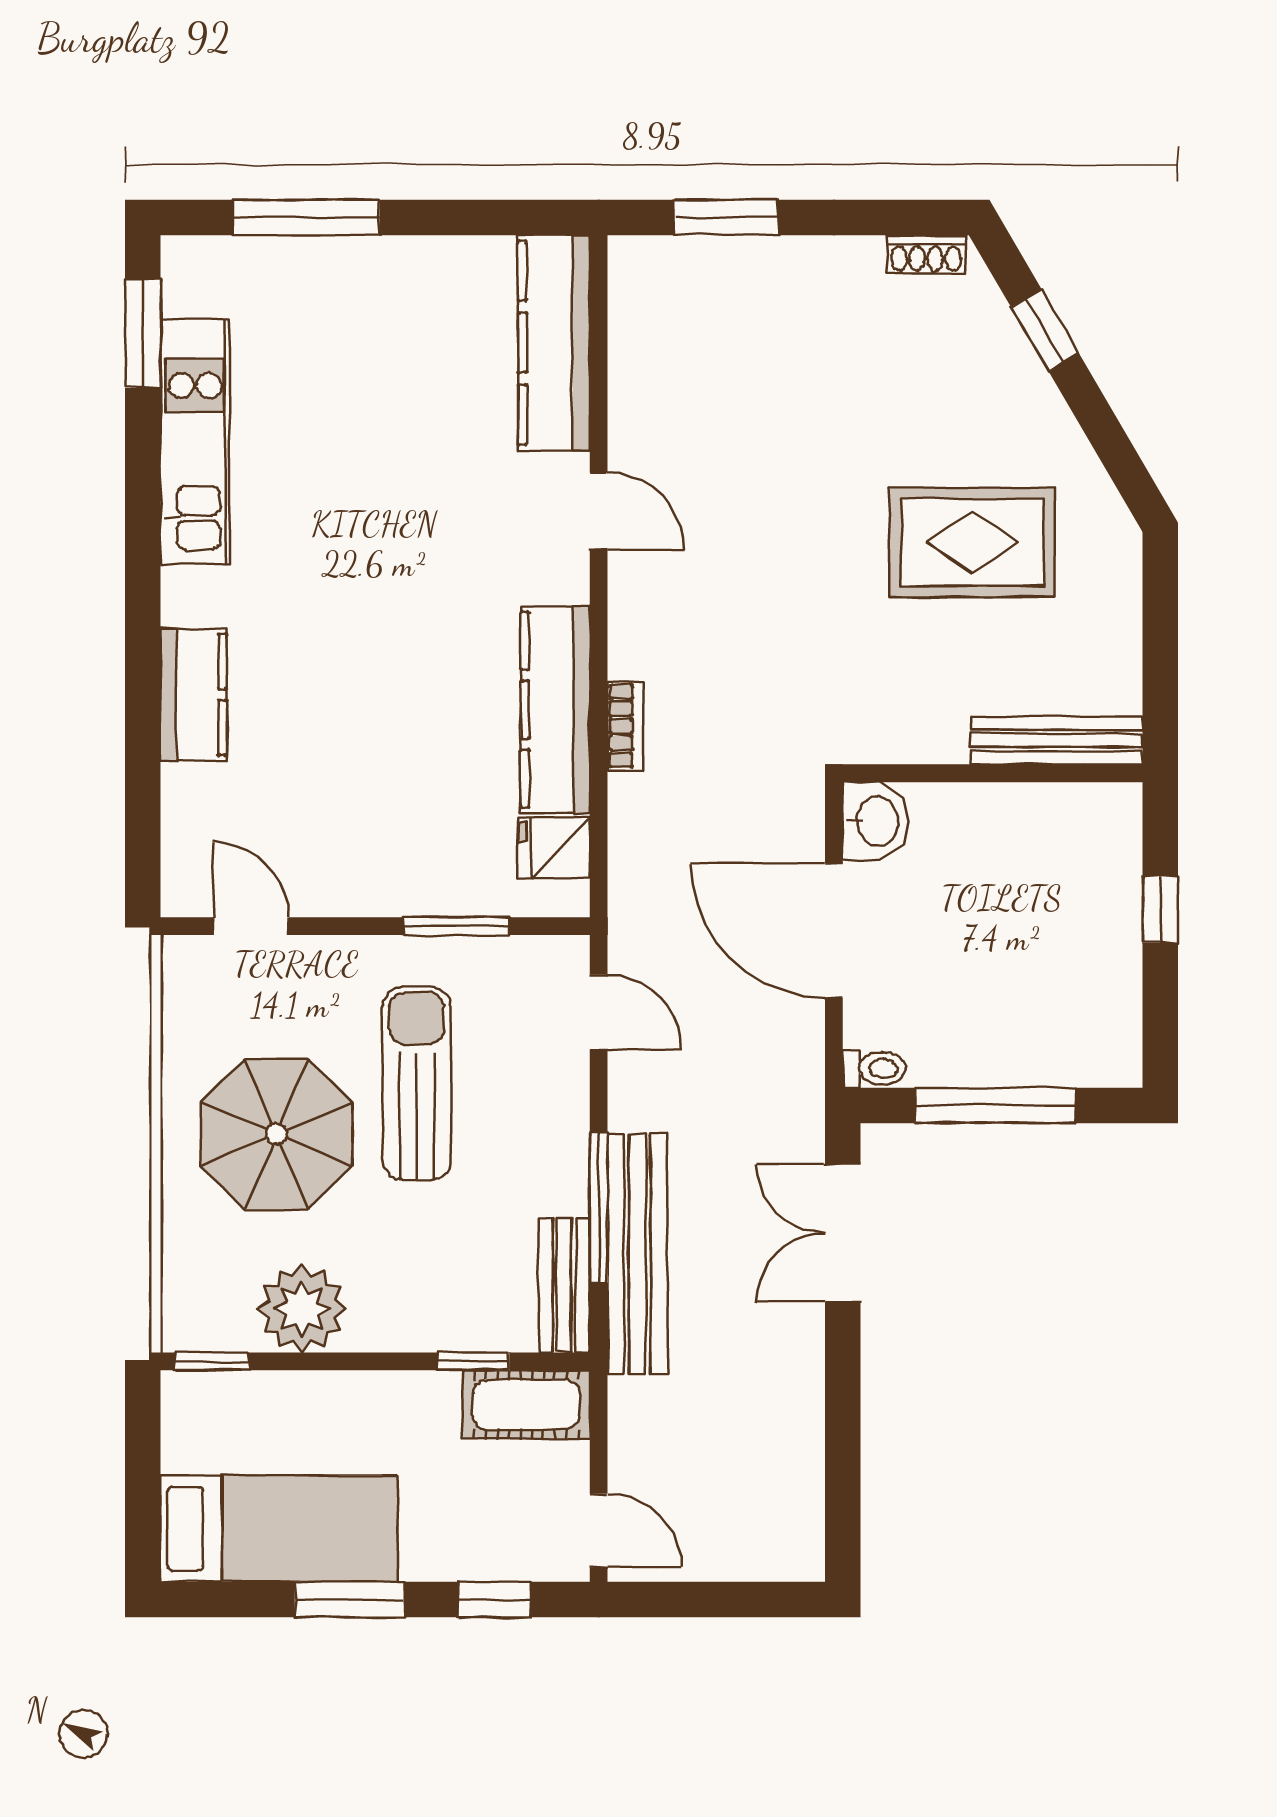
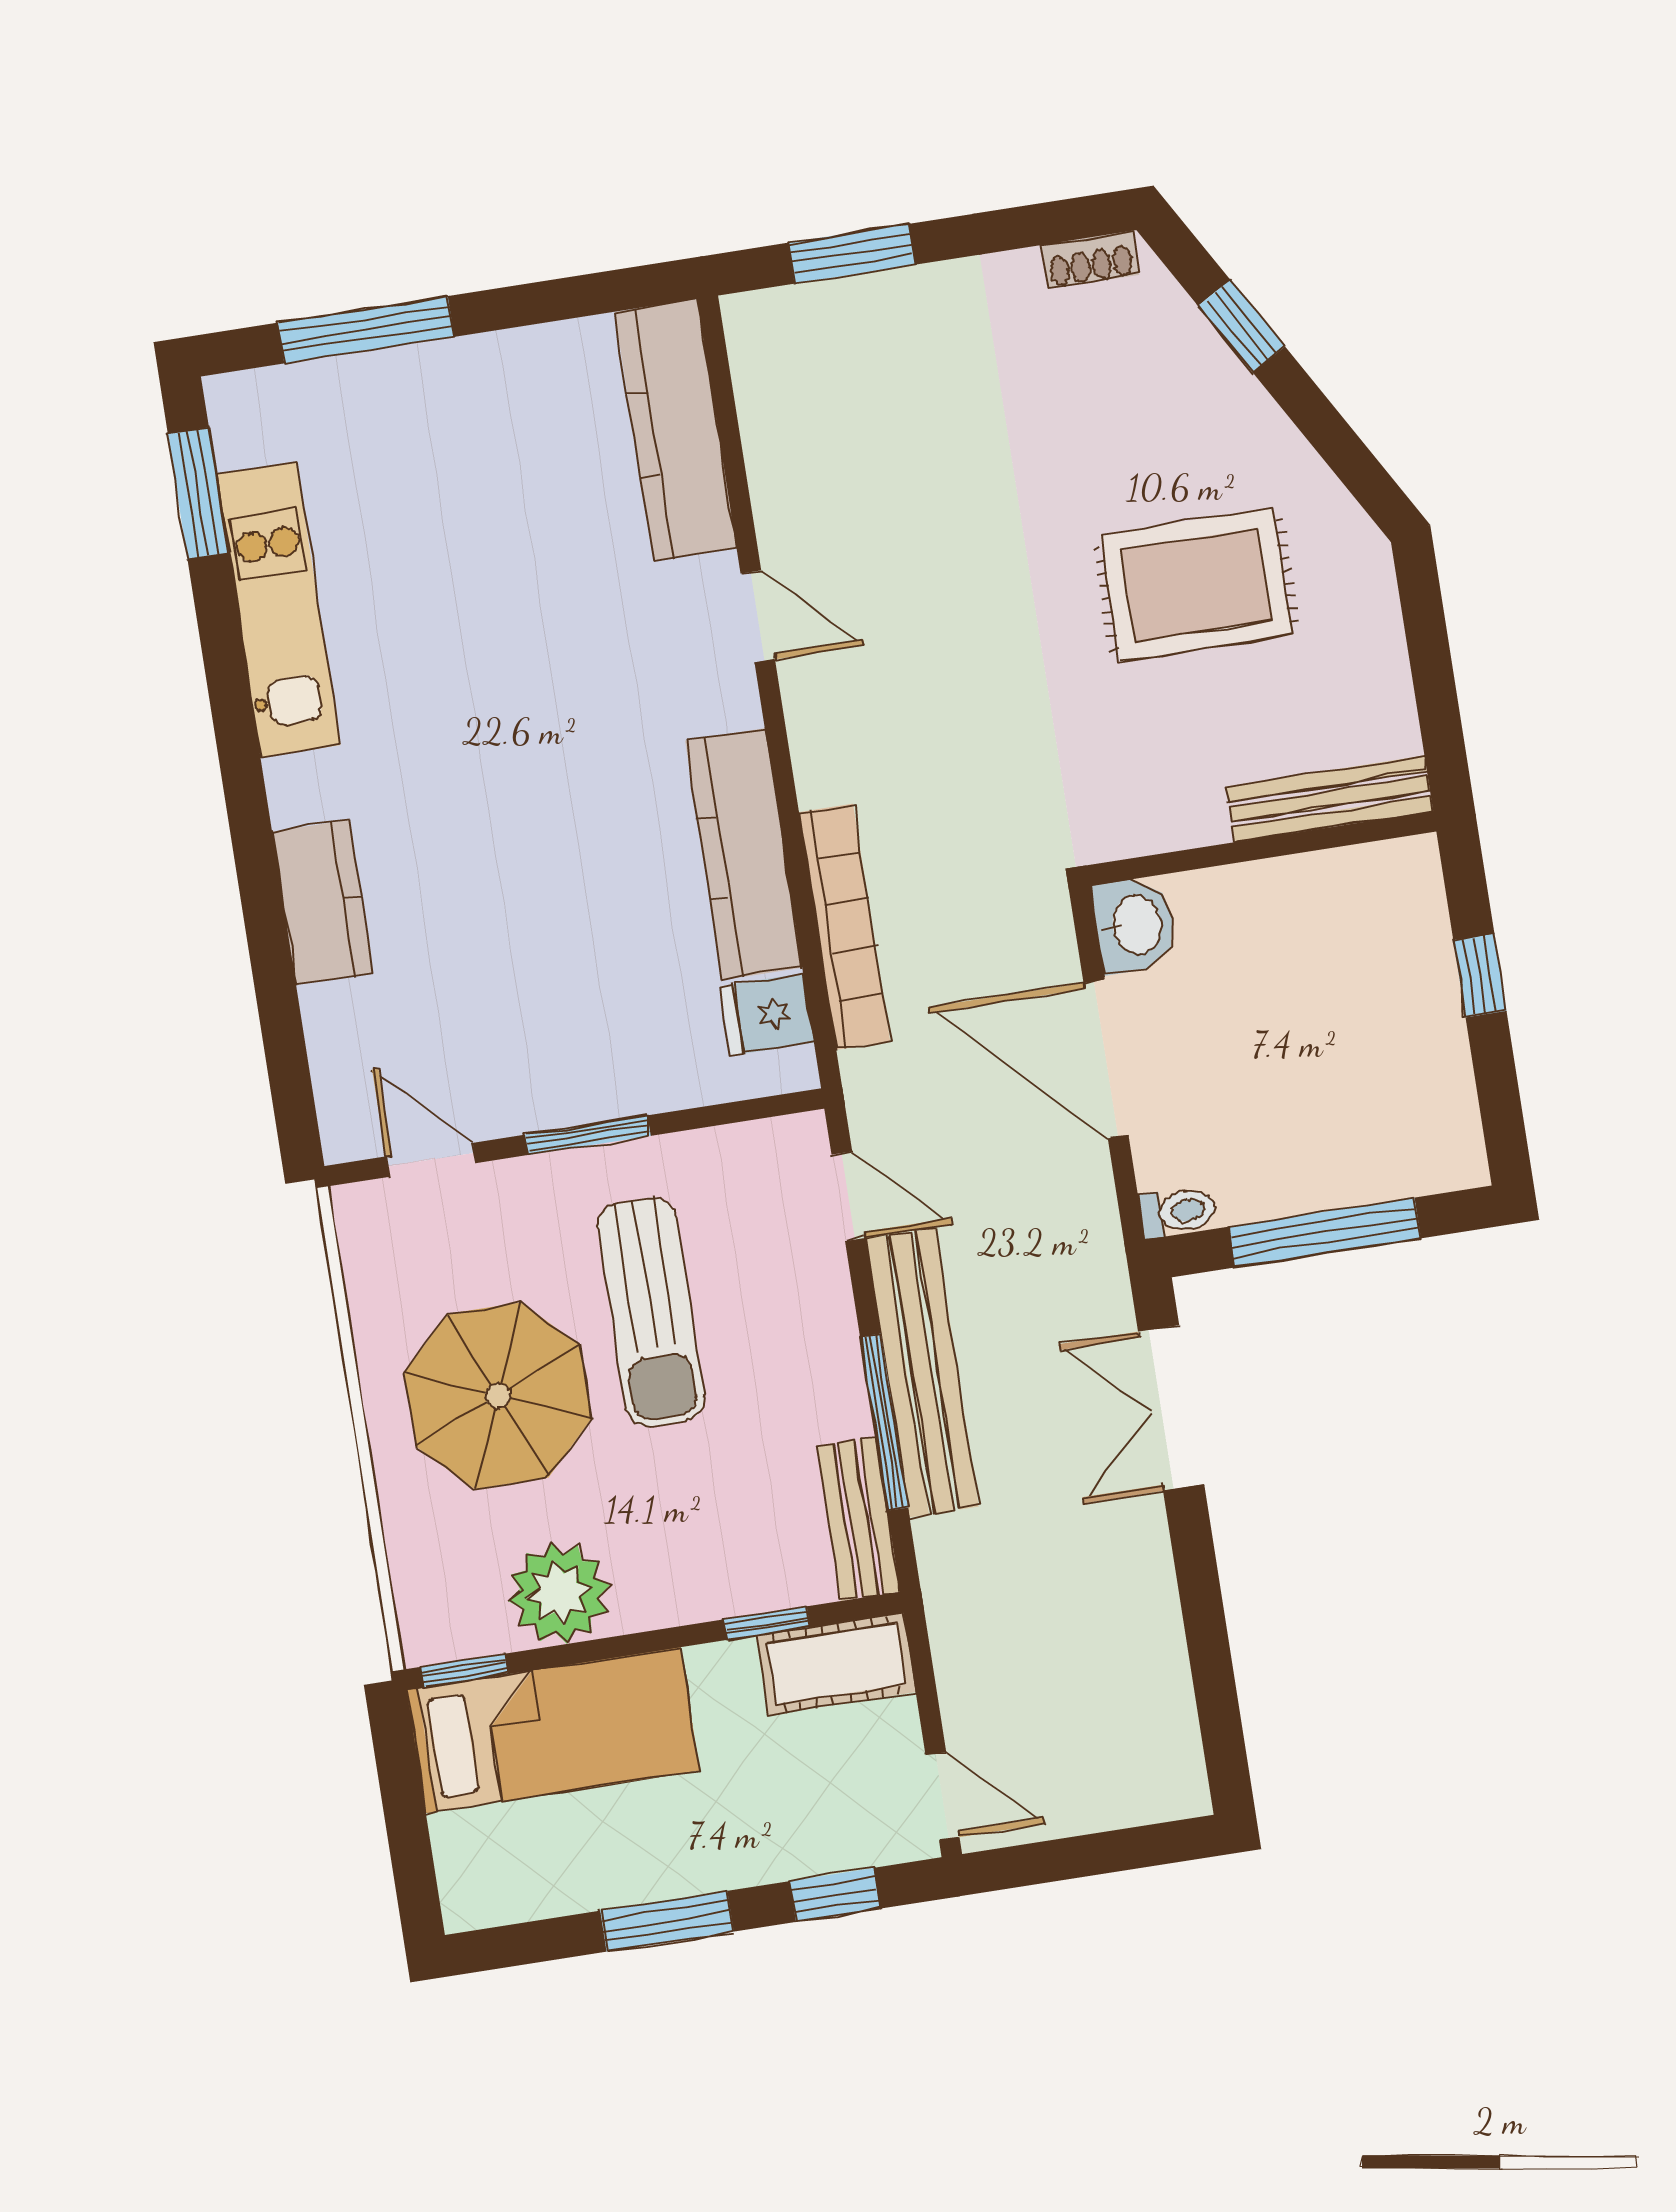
bookcase: (625, 726) -> (845, 927), width x2.31, depth x1.31
window: (456, 926) -> (588, 1135), moved
sun lounger: (417, 1084) -> (651, 1312), turned 180
bench: (637, 1254) -> (922, 1373), moved
bed: (279, 1529) -> (553, 1730), moved

